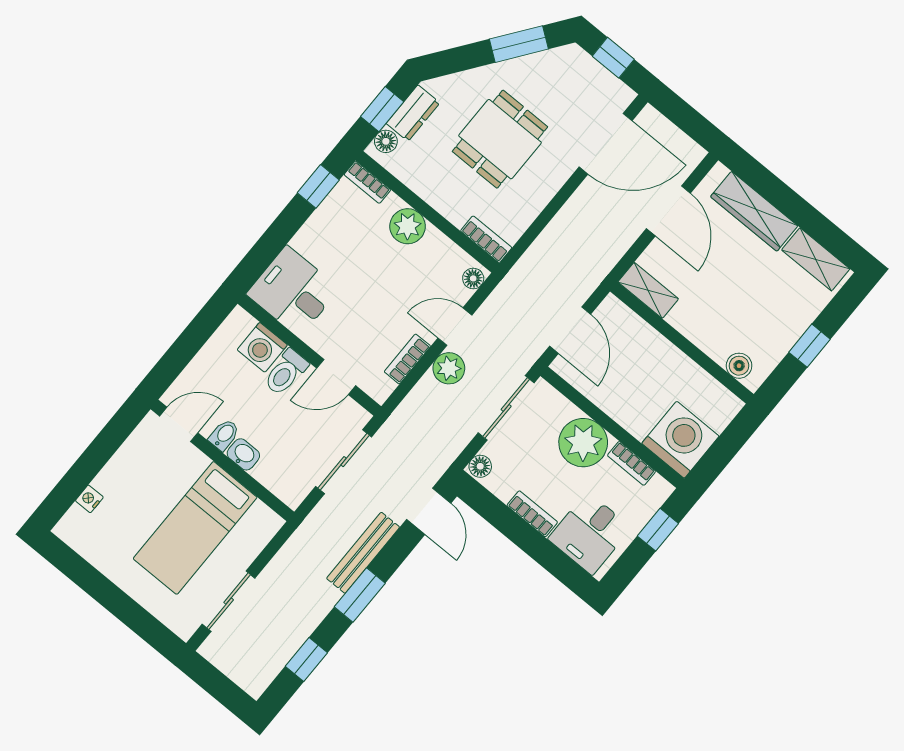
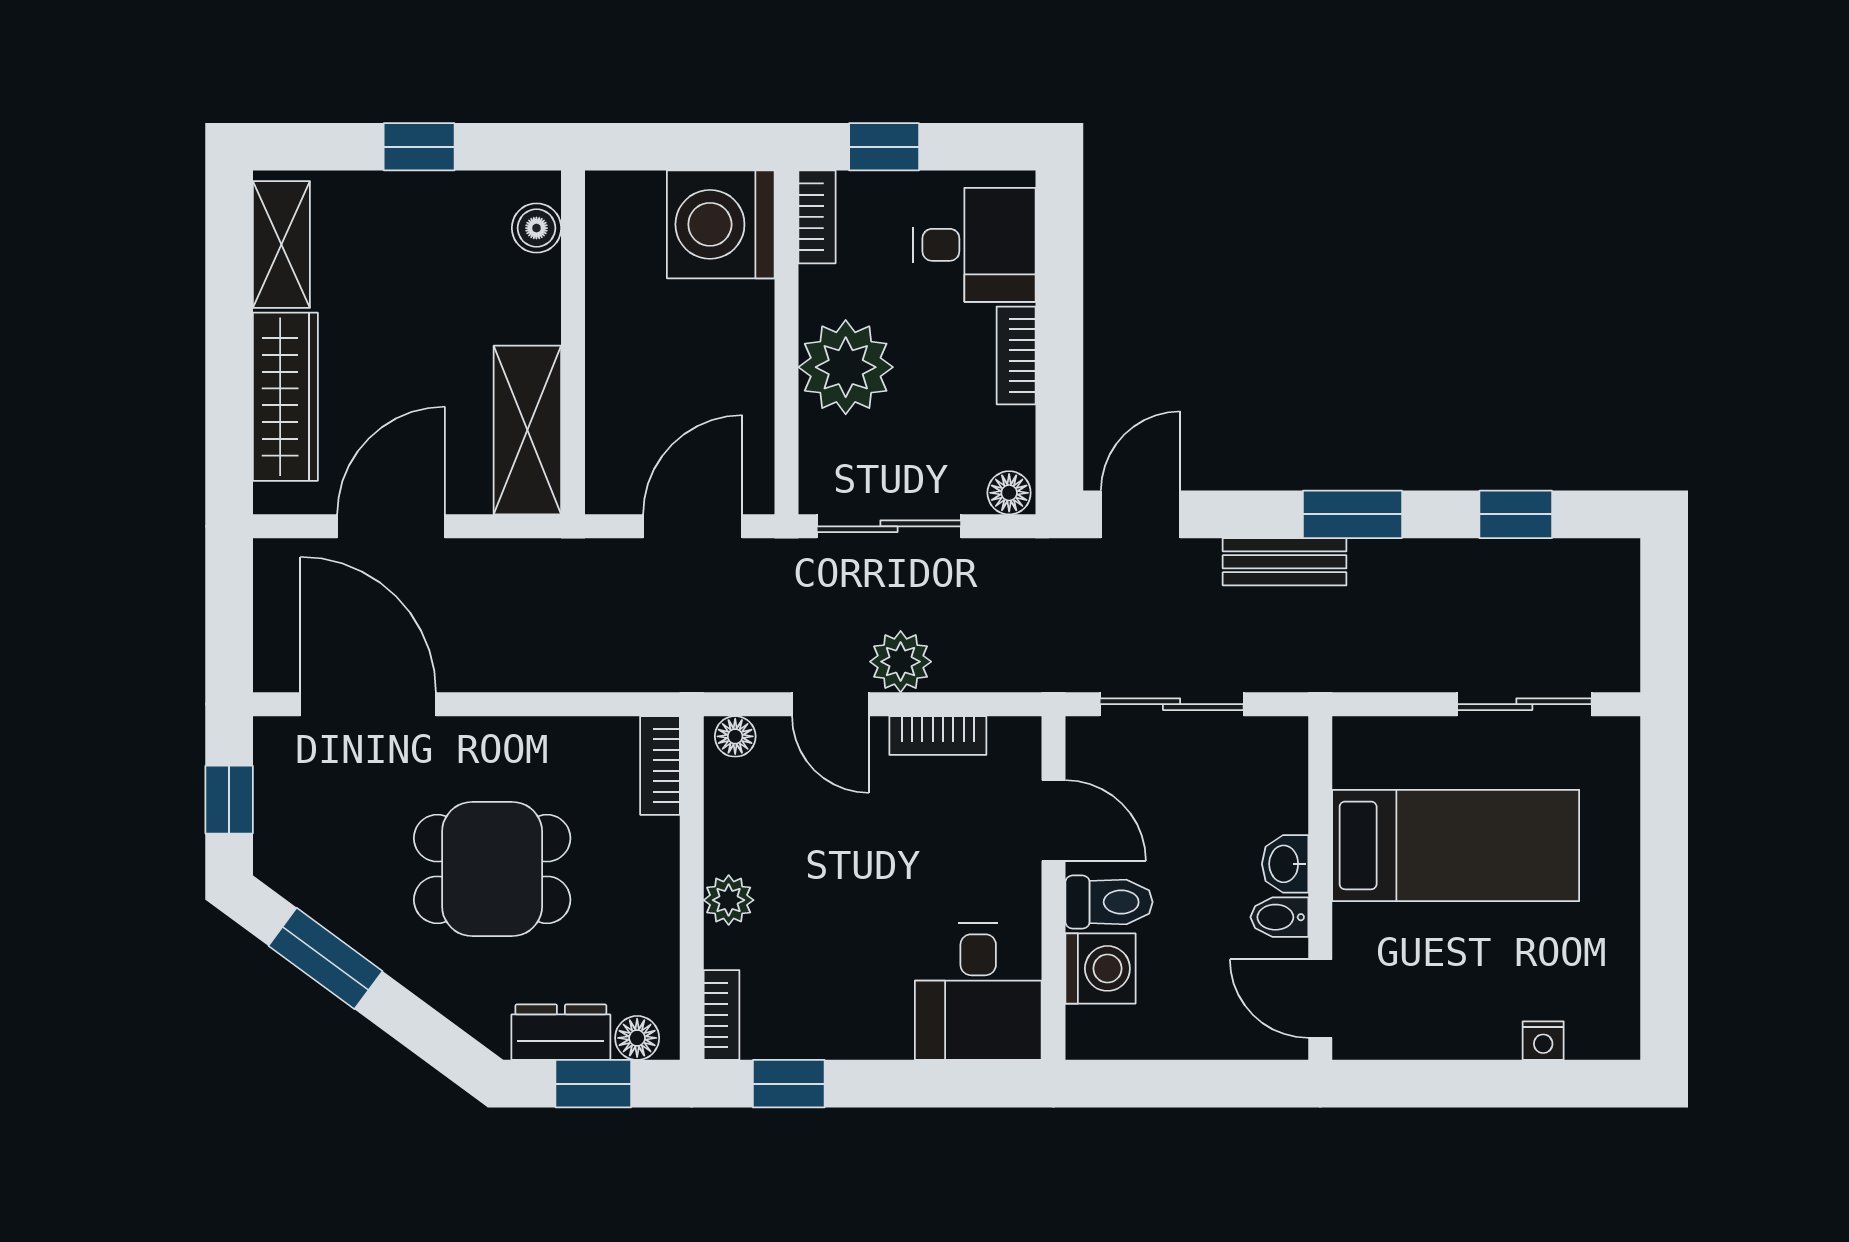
plant: (408, 226) -> (729, 900), width x0.73, depth x0.73
shelving: (648, 290) -> (527, 430), width x1.50, depth x1.33
bookcase: (632, 463) -> (817, 217), moved
bench: (363, 553) -> (1285, 562), width x0.73

